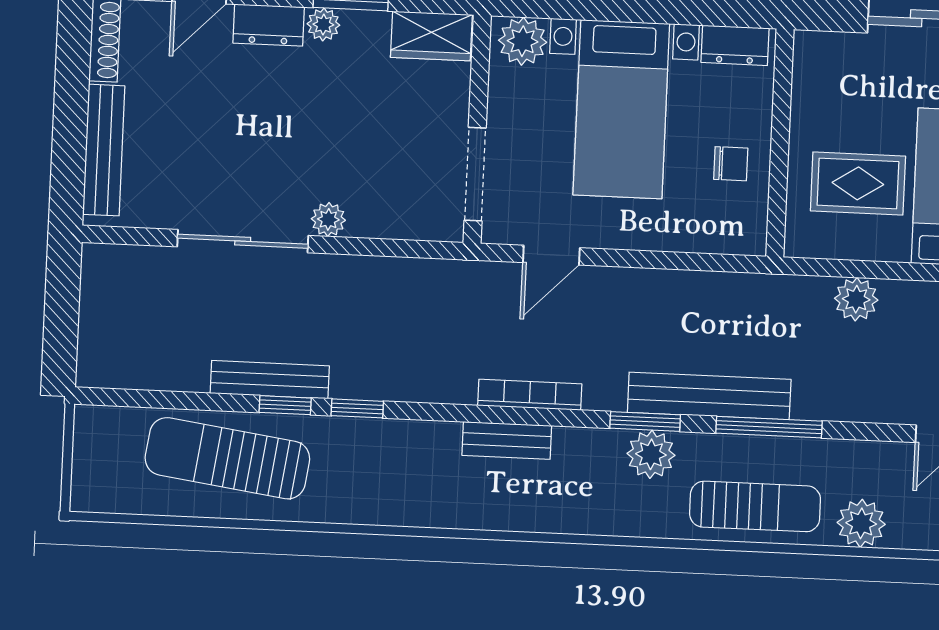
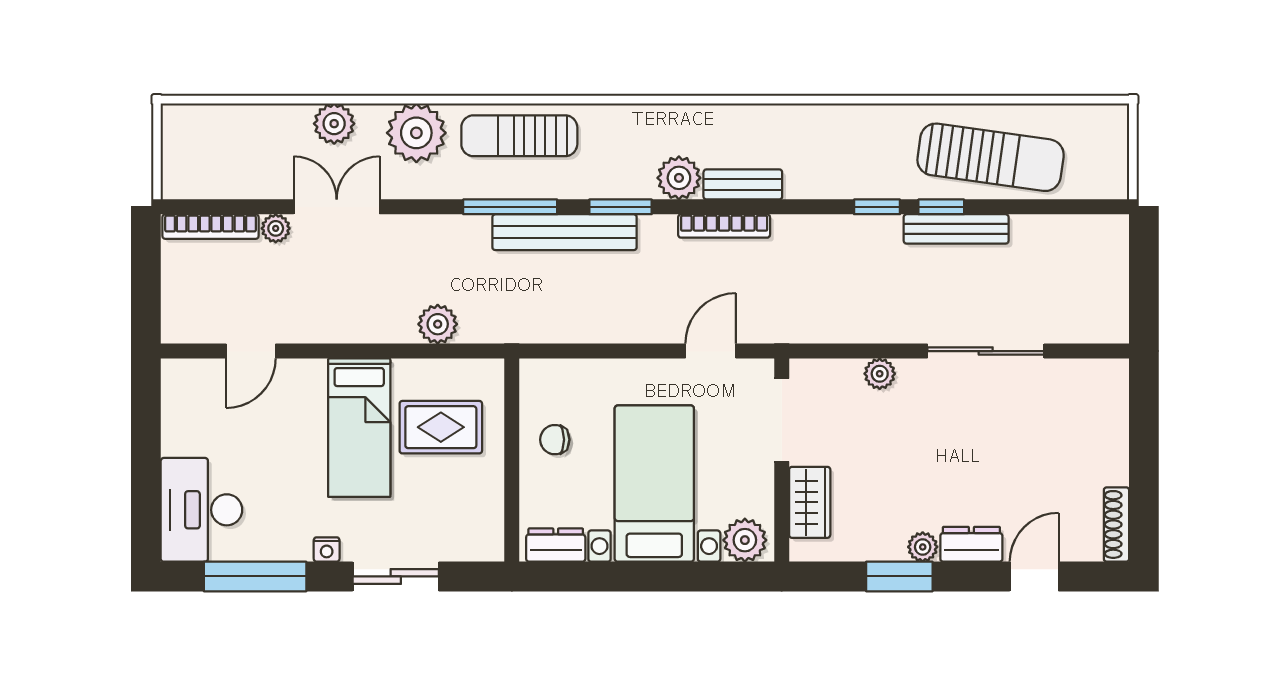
wardrobe: (431, 36) -> (810, 502), moved, turned 90
bench: (104, 150) -> (1113, 426), removed
plant: (328, 219) -> (880, 374), moved
plant: (651, 454) -> (679, 178), moved
plant: (861, 523) -> (416, 133), width x1.36, depth x1.36

